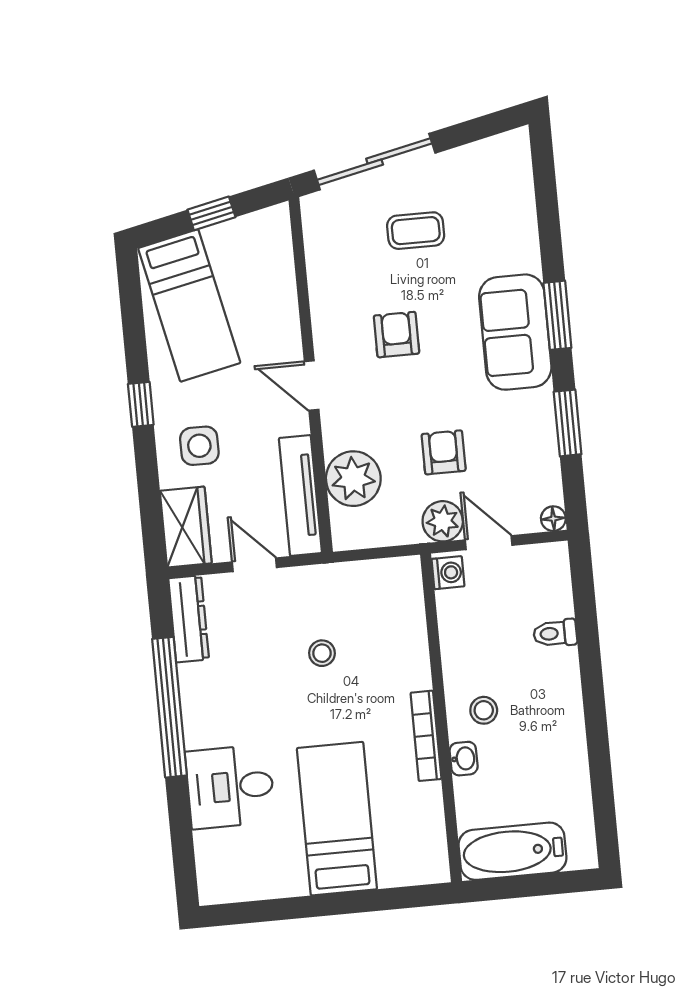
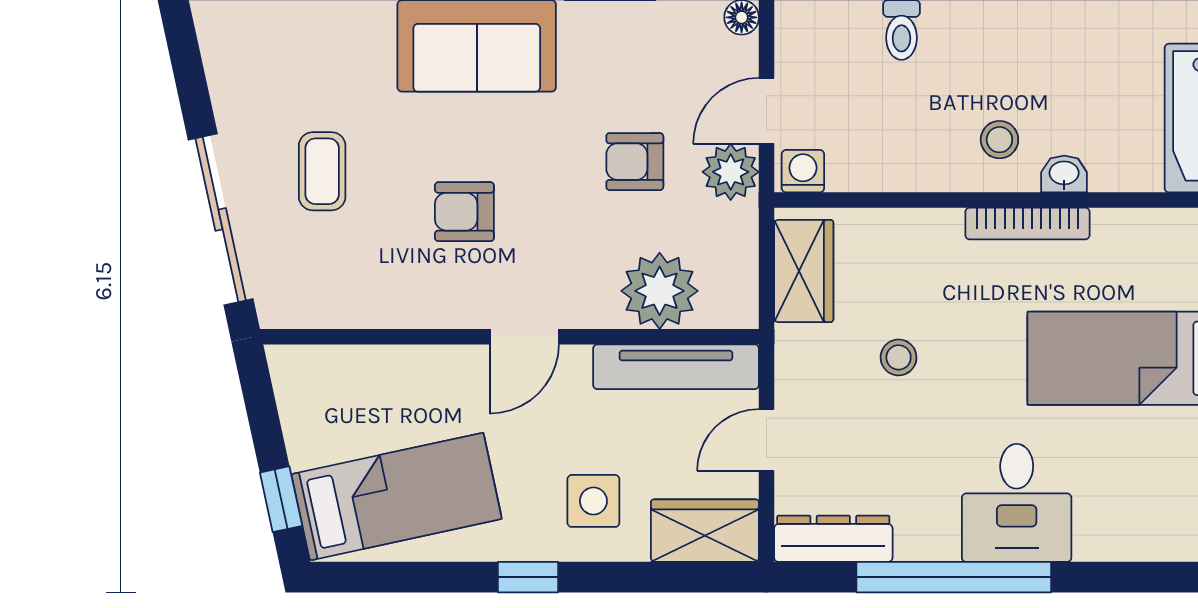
window: (211, 213) -> (281, 499), moved
wardrobe: (377, 580) -> (804, 271), added
desk: (230, 787) -> (1017, 503), moved

